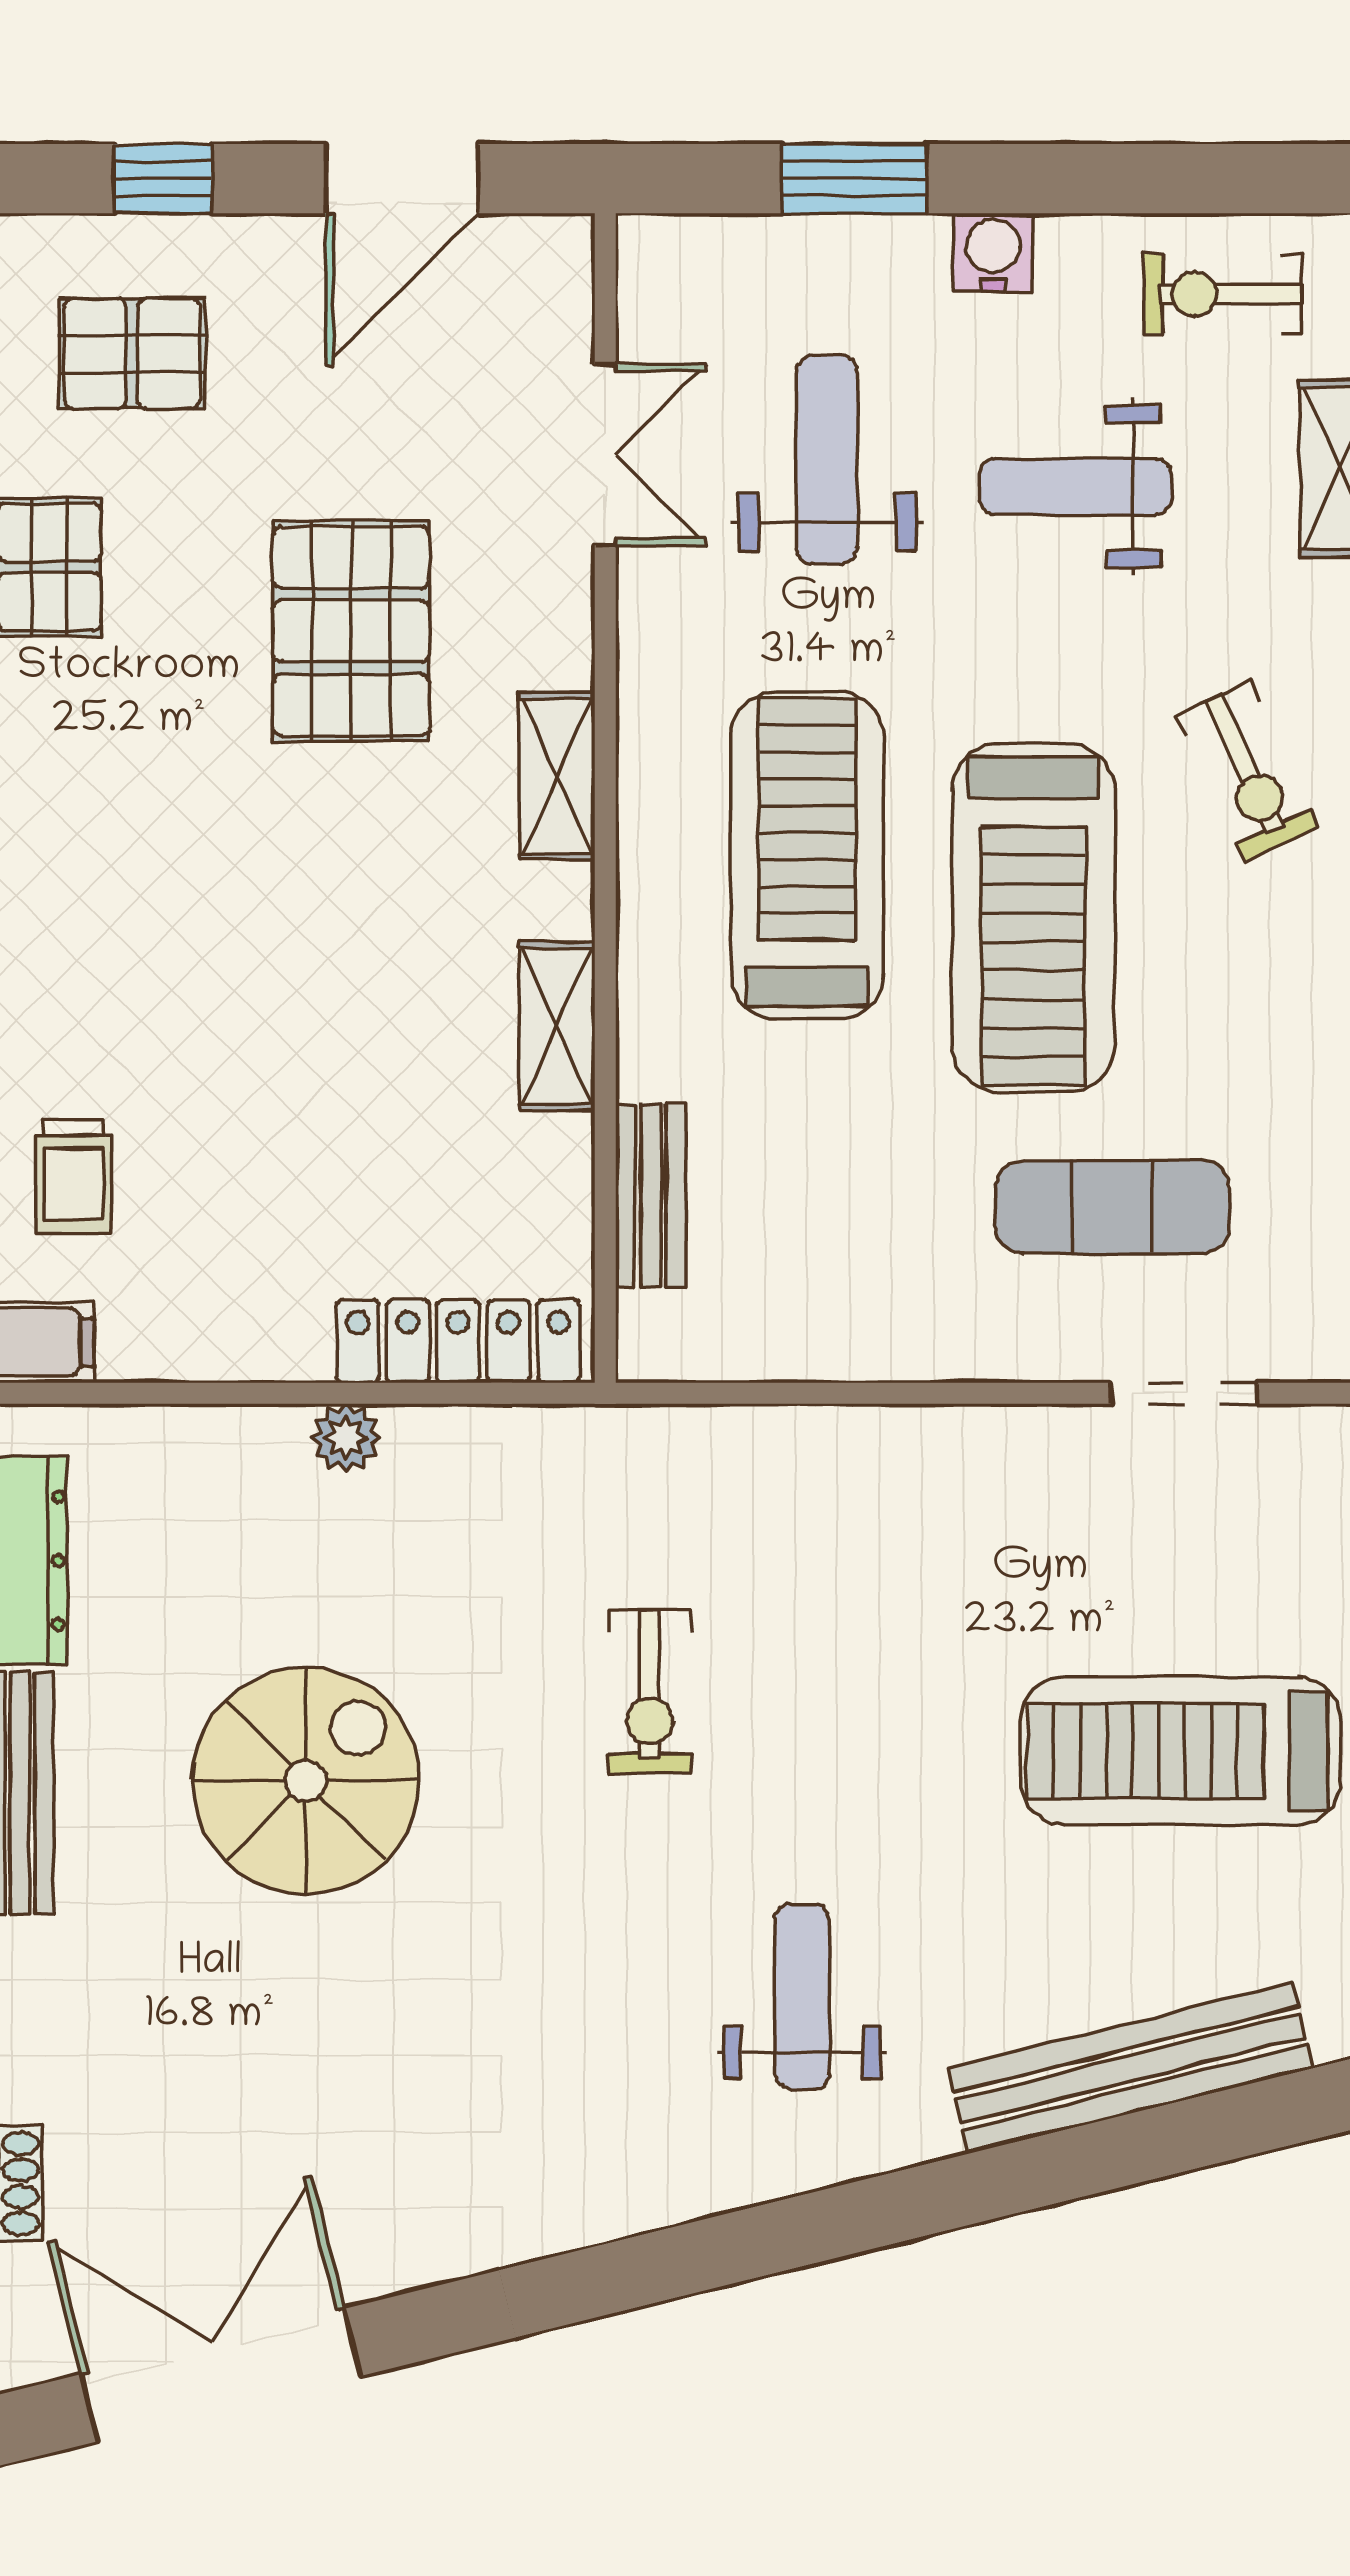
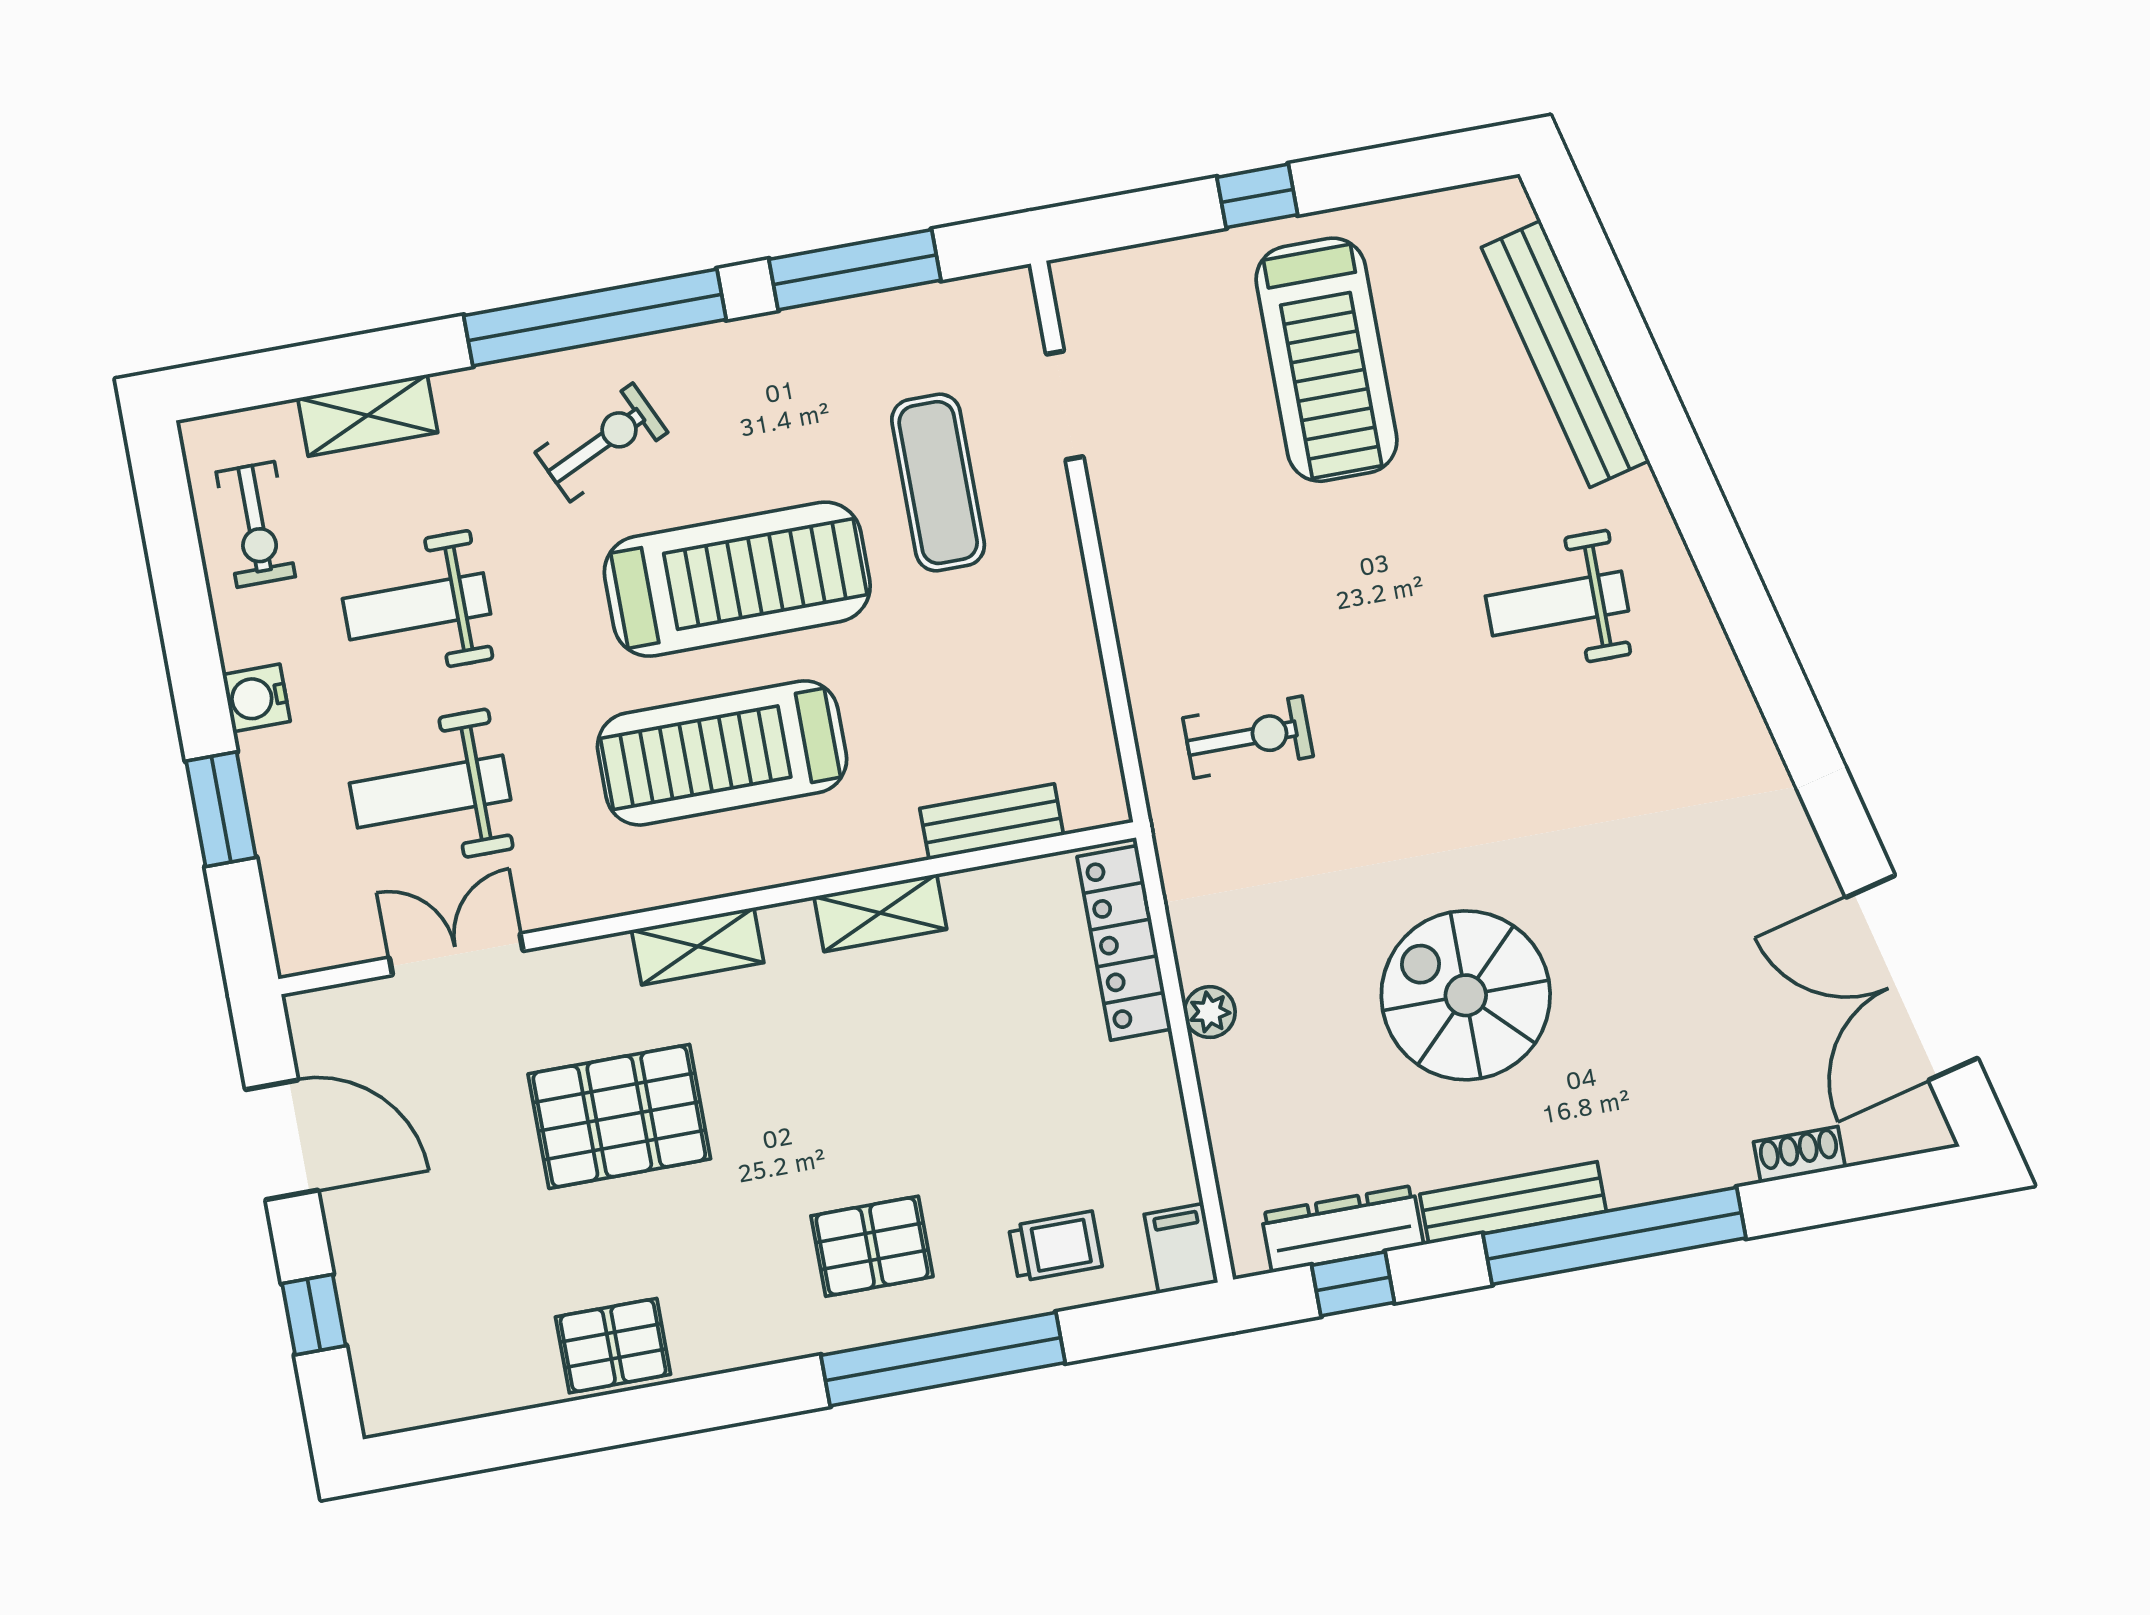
pallet: (132, 354) -> (872, 1246), moved, turned 90
weight bench: (1075, 487) -> (417, 606), turned 90
exercise bike: (650, 1692) -> (1248, 737), moved

